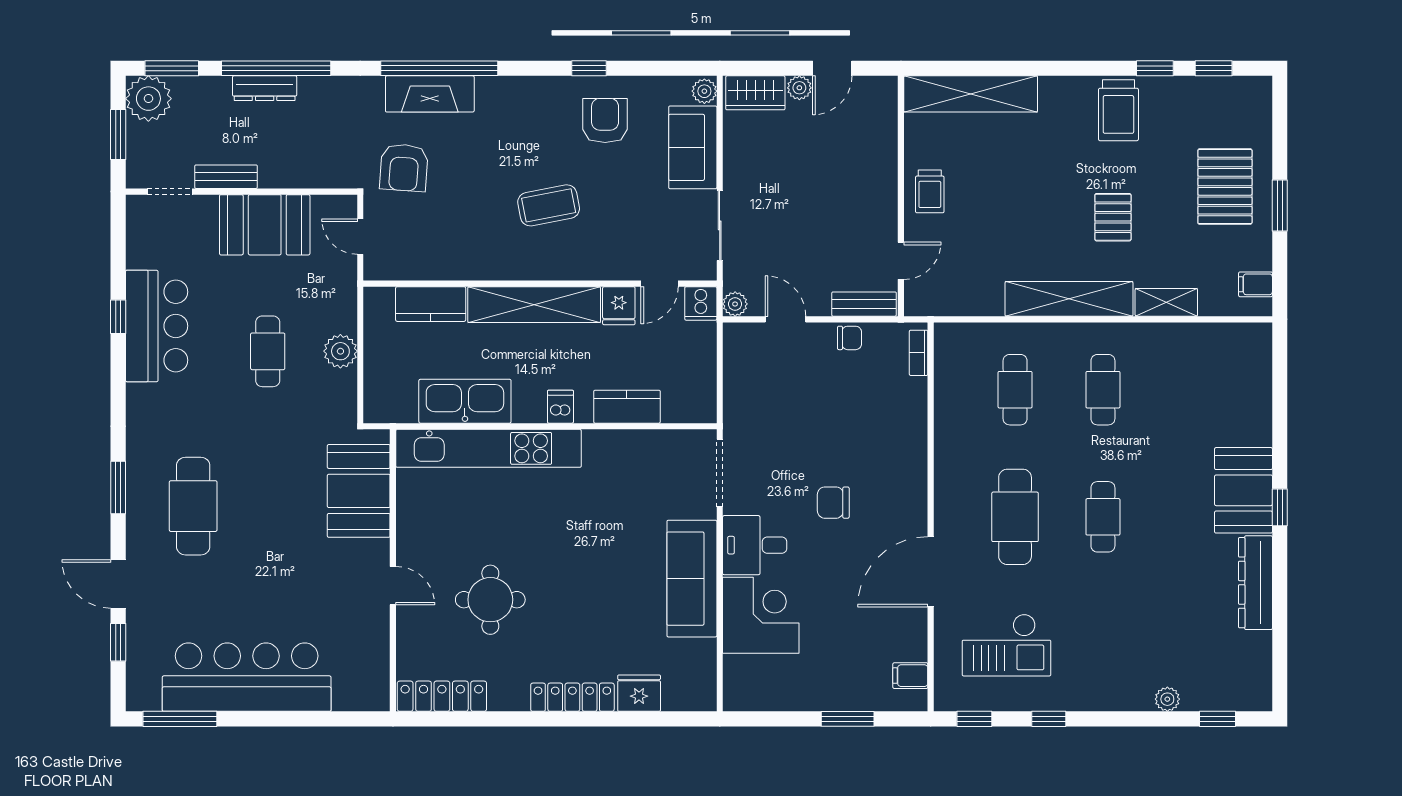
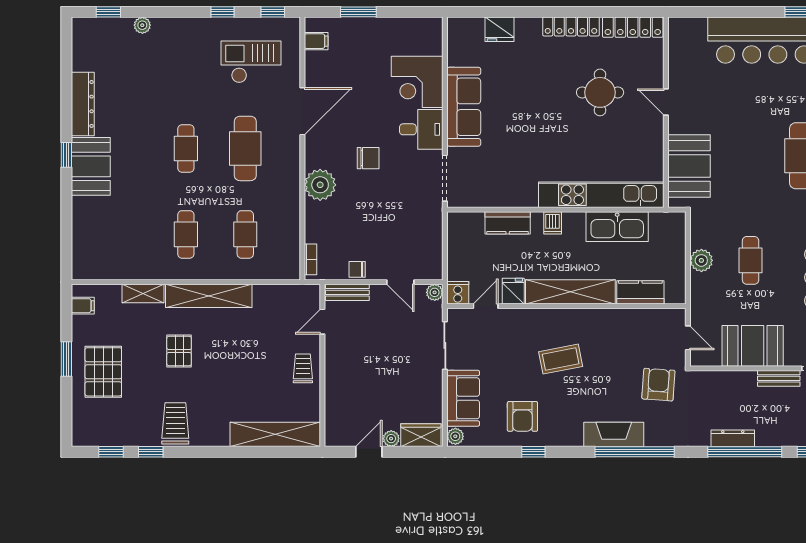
dresser: (265, 88) -> (733, 438), moved
fireplace: (430, 94) -> (614, 434), moved
plant: (904, 463) -> (320, 185), added
locker: (572, 697) -> (571, 27), moved

